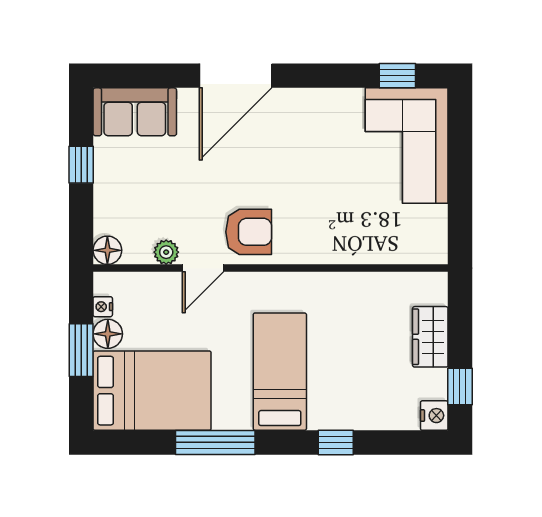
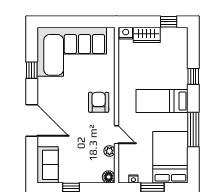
window: (397, 76) -> (32, 70), moved
corner sofa: (407, 145) -> (72, 52), width x1.36, depth x1.36
armchair: (249, 232) -> (99, 102), moved
floor lamp: (108, 334) -> (145, 177), removed
nightstand: (434, 416) -> (126, 33), moved

